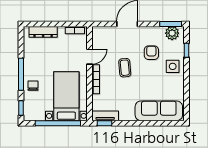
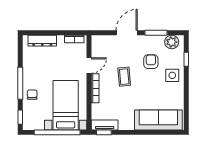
window: (171, 24) -> (156, 33), moved

